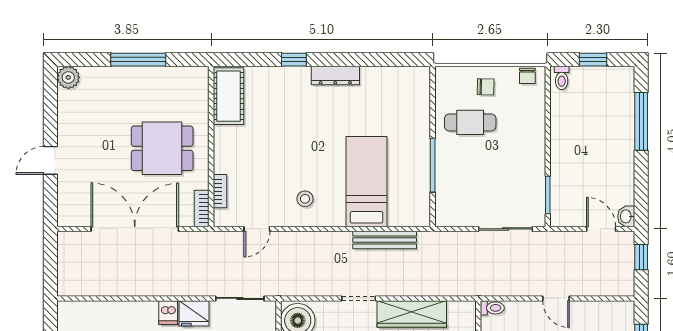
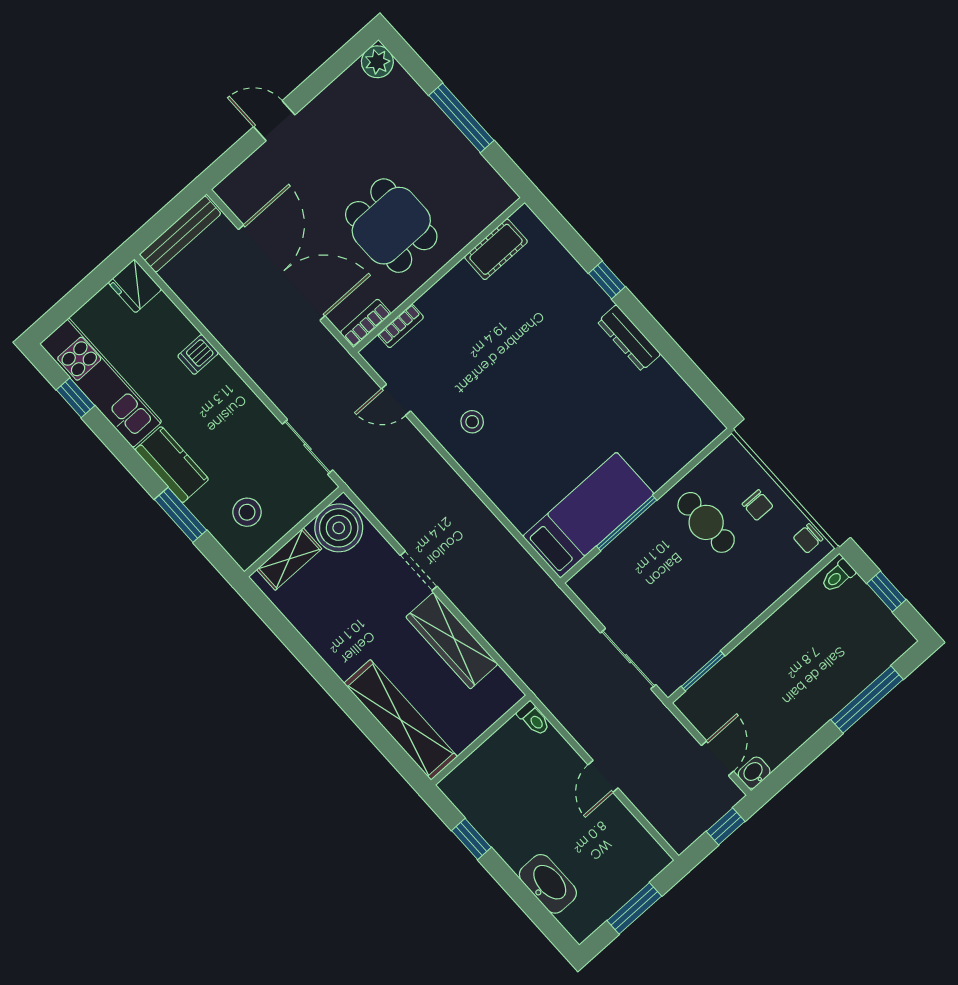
cot: (228, 96) -> (496, 249), width x0.73, depth x0.75
bed: (367, 182) -> (588, 515), moved
bench: (385, 240) -> (180, 234), moved, turned 90
dishwasher: (168, 313) -> (198, 355), moved
fridge: (194, 313) -> (135, 286), moved

